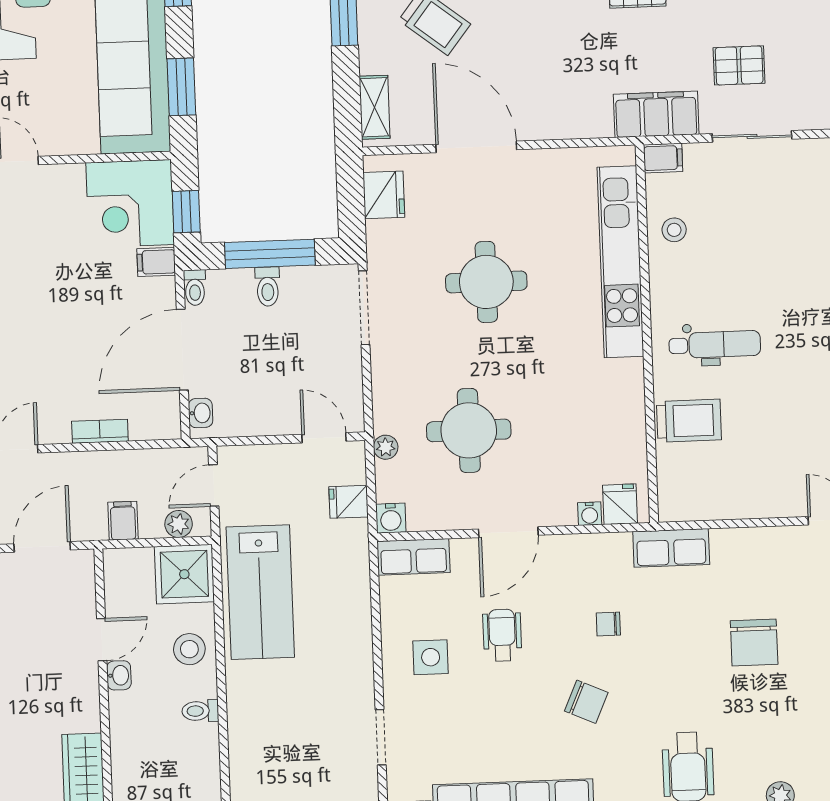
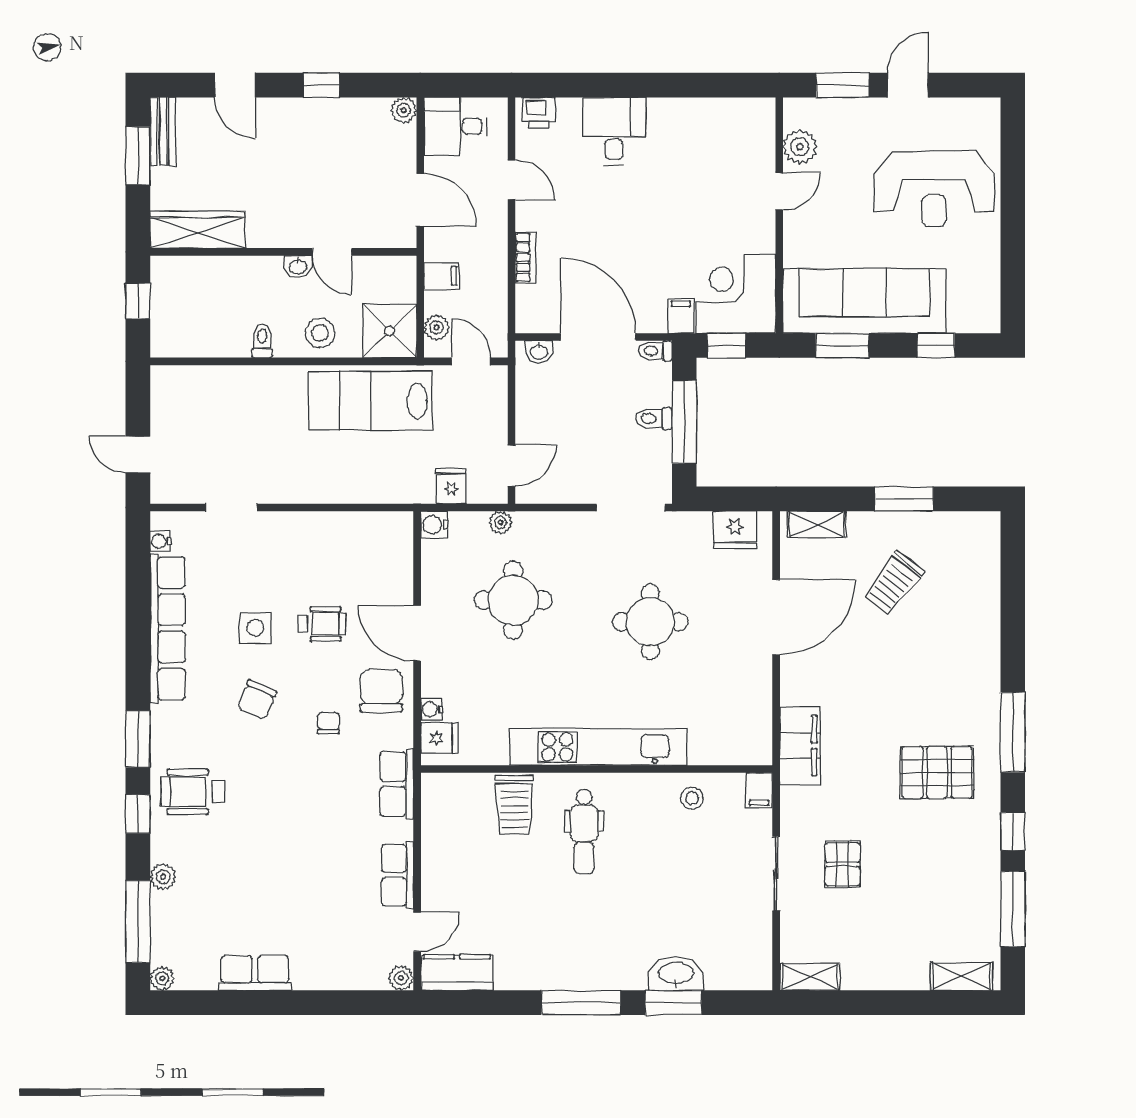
filing cabinet: (656, 114) -> (800, 746), moved
kitchen unit: (620, 262) -> (598, 747), moved
row of seats: (414, 557) -> (398, 875), moved
chair: (754, 642) -> (381, 691), moved, turned 90
side table: (431, 657) -> (255, 628), moved

